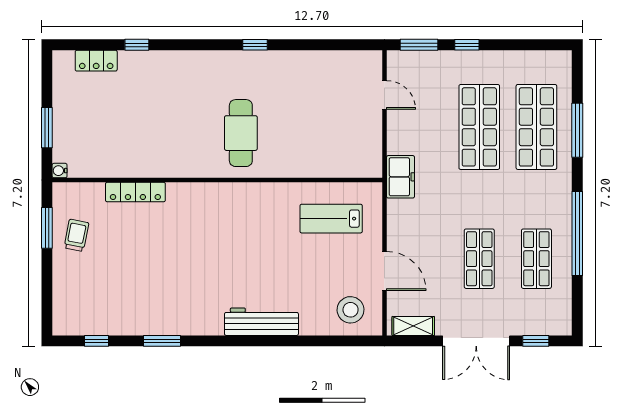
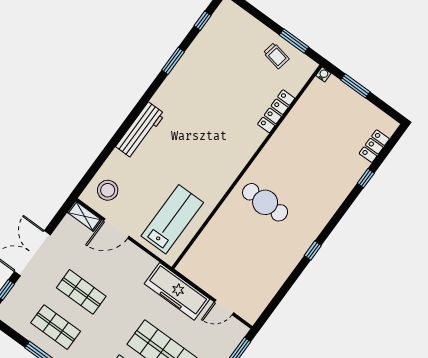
freezer: (400, 177) -> (177, 291), width x1.91, depth x1.26
lab bench: (331, 219) -> (172, 219), width x1.36, depth x1.39
shelving: (413, 326) -> (84, 216), moved, turned 90

